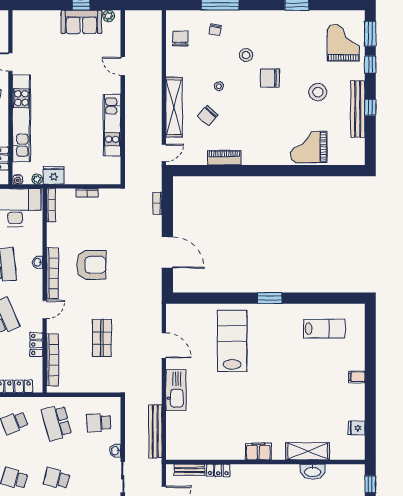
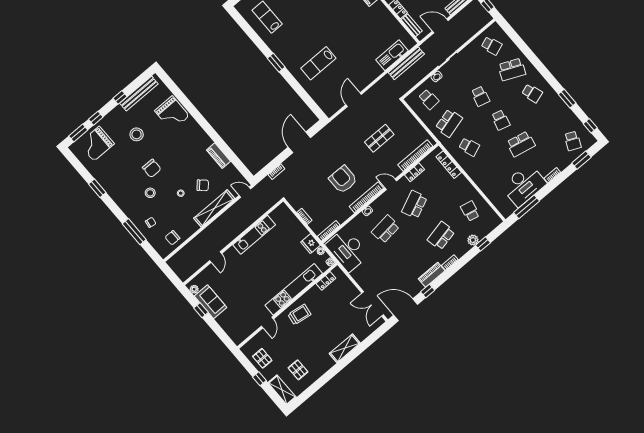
bench: (358, 109) -> (139, 94), moved
lab bench: (232, 341) -> (318, 63), width x0.73, depth x0.72
kitchen sink: (176, 390) -> (392, 55), moved

